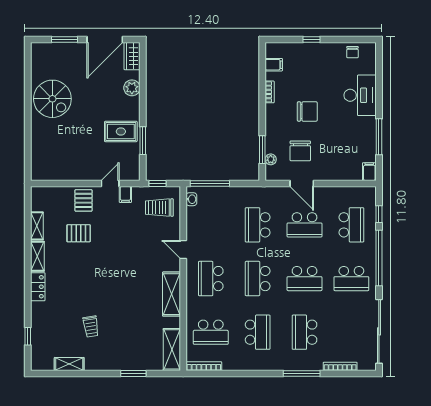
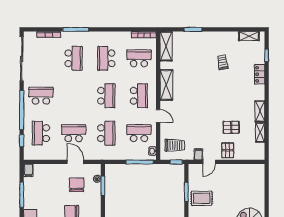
school desk: (305, 279) -> (139, 133), moved
locker: (38, 287) -> (260, 74), moved
shelving: (69, 364) -> (249, 36), moved

